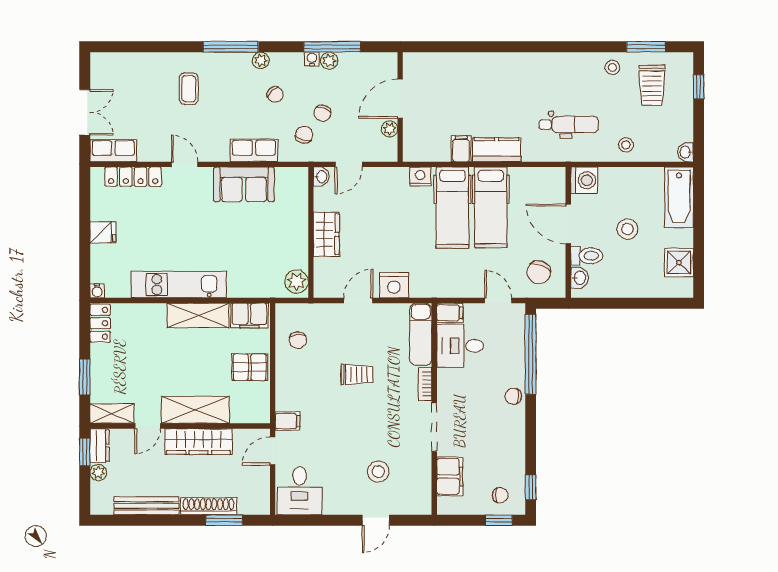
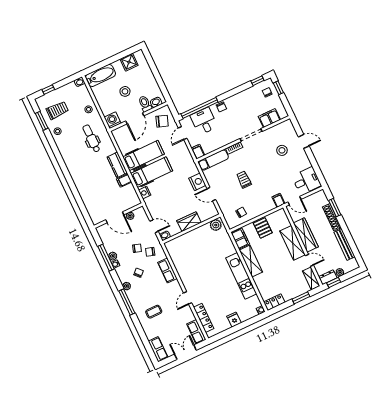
row of seats: (114, 64) -> (158, 349), added
sofa: (244, 184) -> (184, 268), removed
desk: (460, 346) -> (204, 121), moved, turned 180

